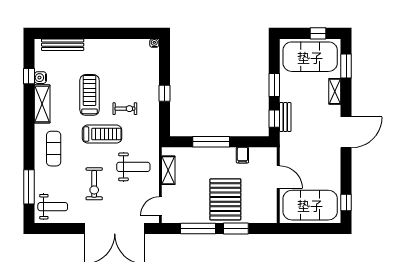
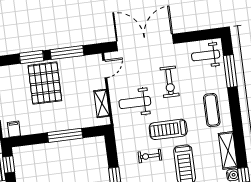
filing cabinet: (242, 155) -> (14, 129), moved
exercise bike: (94, 184) -> (170, 82), turned 180

